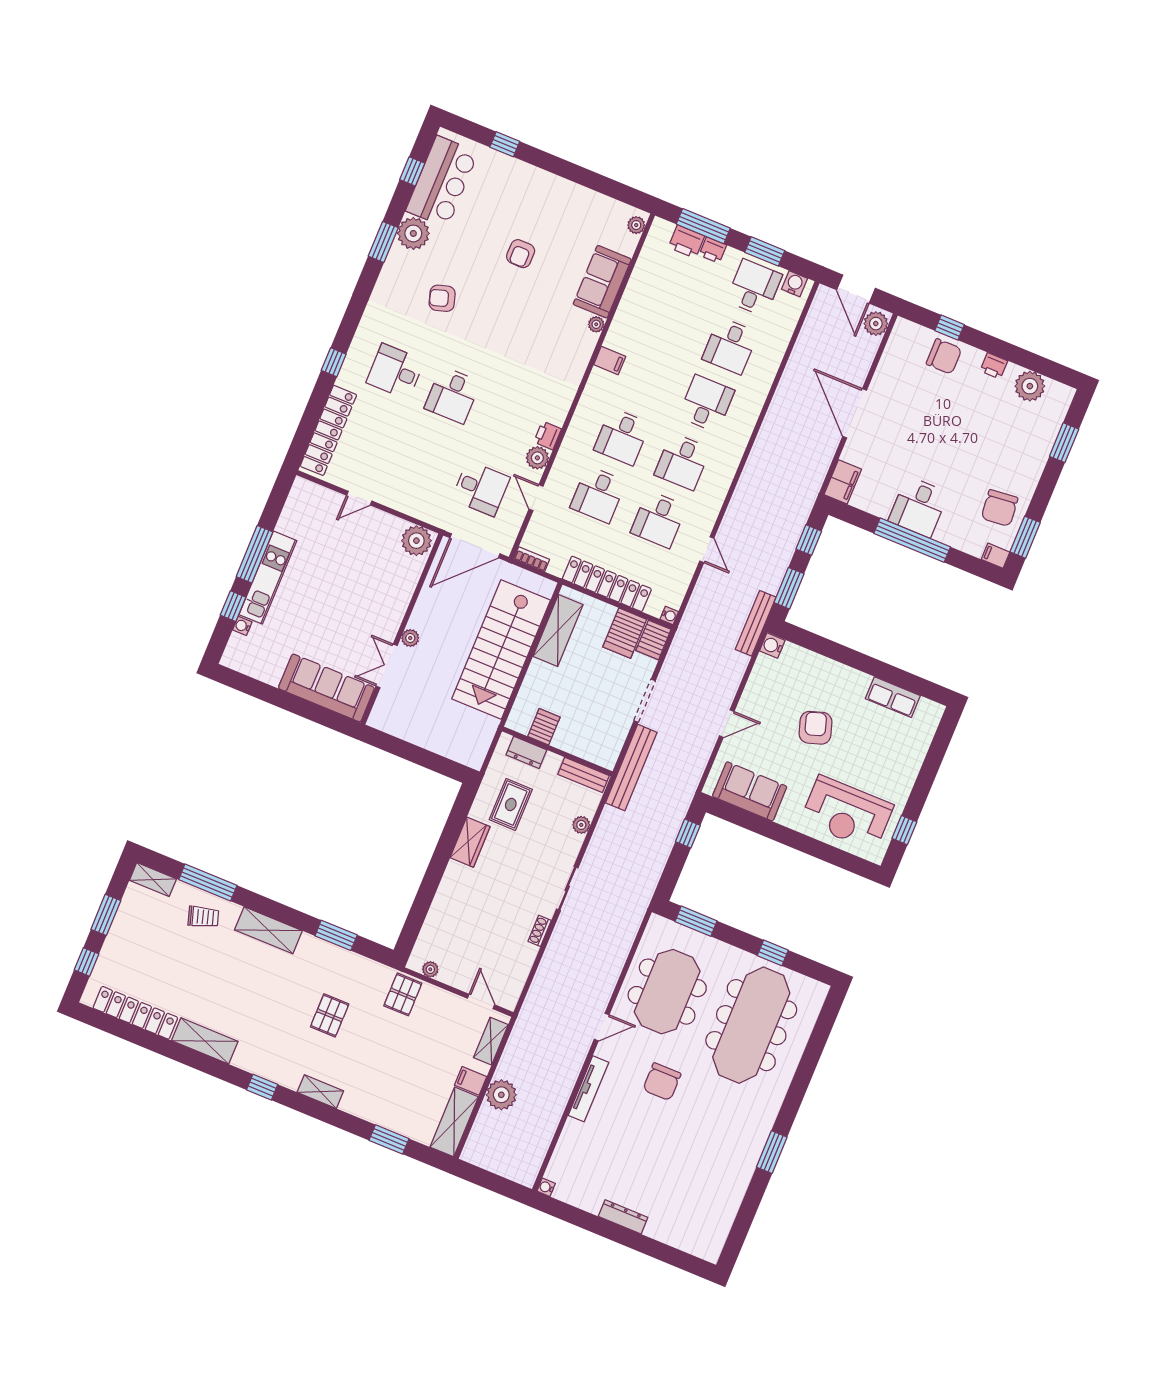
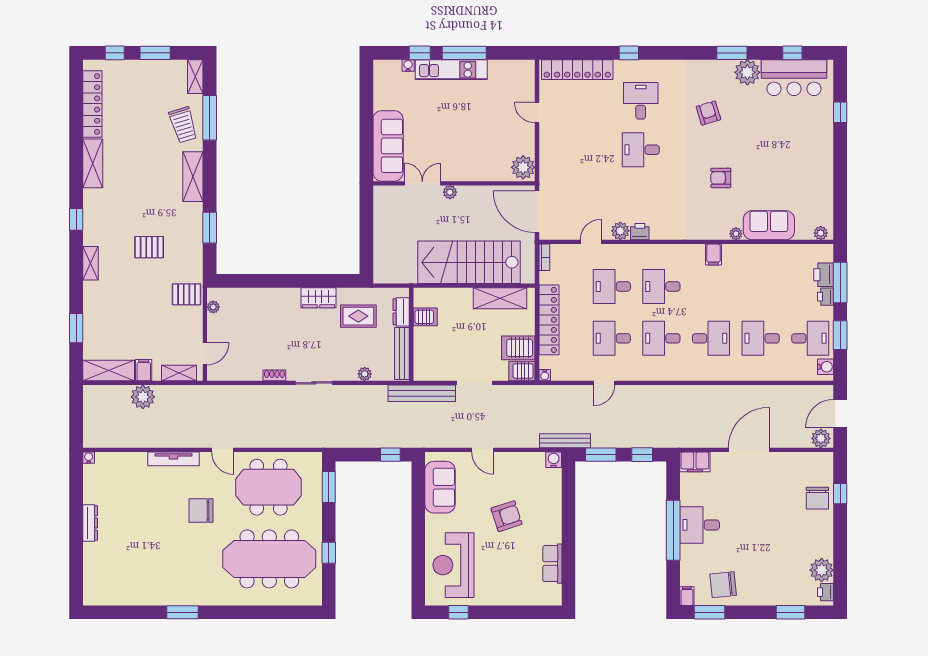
armchair: (521, 254) -> (721, 178), moved
printer: (994, 366) -> (826, 592), moved
desk: (481, 488) -> (581, 199), removed
bench: (584, 775) -> (402, 354), width x1.36
trolley: (203, 917) -> (183, 125), width x1.36, depth x1.39

